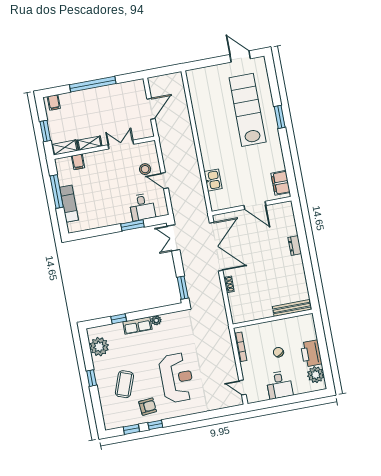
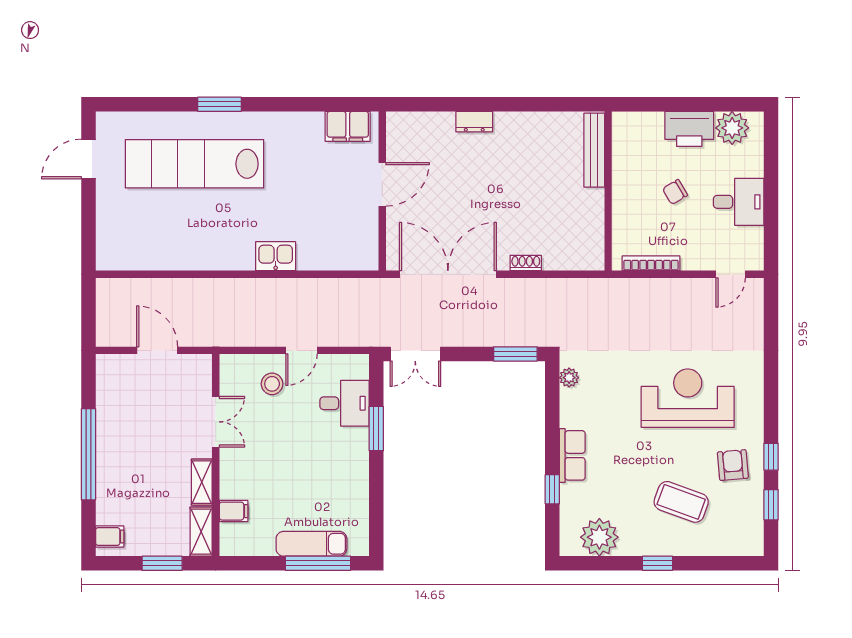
double door: (121, 145) -> (216, 422), swing flipped
kitchen sink: (213, 180) -> (276, 256), moved
window: (57, 191) -> (318, 563), moved
plant: (156, 320) -> (569, 378), moved

